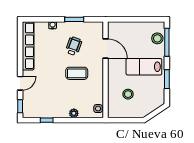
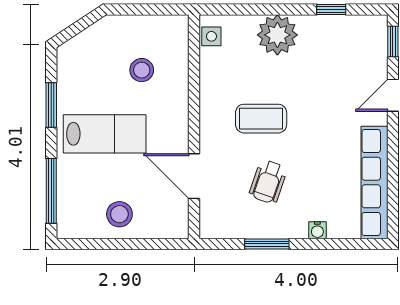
stool: (157, 38) -> (119, 214), moved
plant: (74, 113) -> (277, 35), width x1.88, depth x1.88

